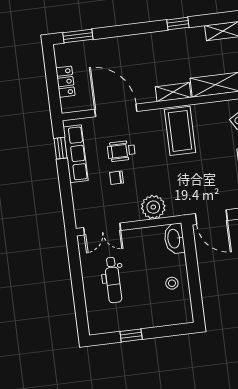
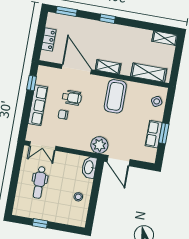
window: (178, 24) -> (108, 19), moved
shelving: (173, 92) -> (108, 67), moved
wheelchair: (121, 151) -> (72, 98), turned 180
row of seats: (76, 154) -> (38, 105), moved
plant: (153, 207) -> (99, 145), moved

